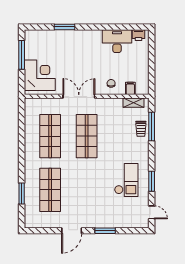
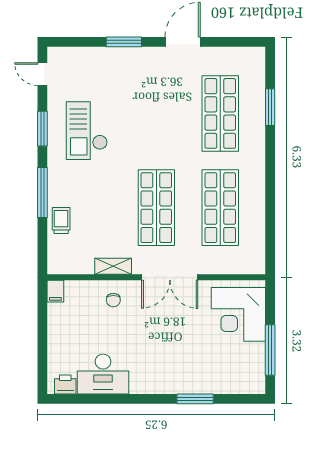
filing cabinet: (130, 88) -> (55, 291), moved
shelving: (133, 103) -> (113, 266), moved
window: (152, 126) -> (42, 192), moved

